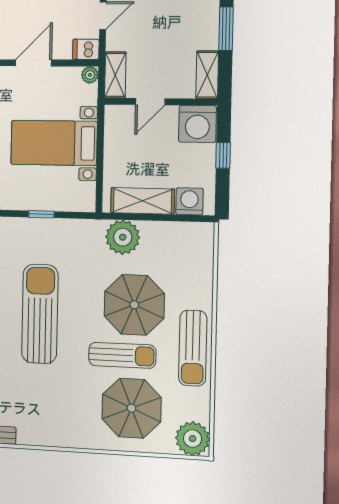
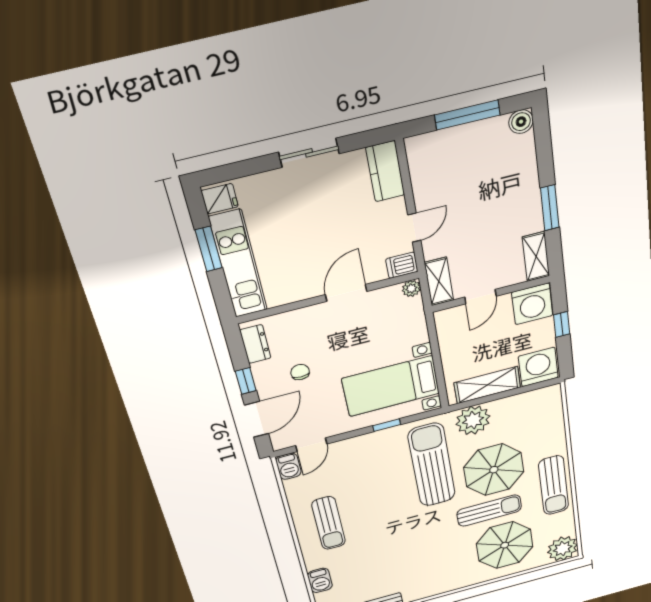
bed with nightstands: (54, 143) -> (391, 386), moved
washing machine: (189, 201) -> (538, 367), width x1.37, depth x1.37
sun lounger: (40, 314) -> (432, 465), moved

